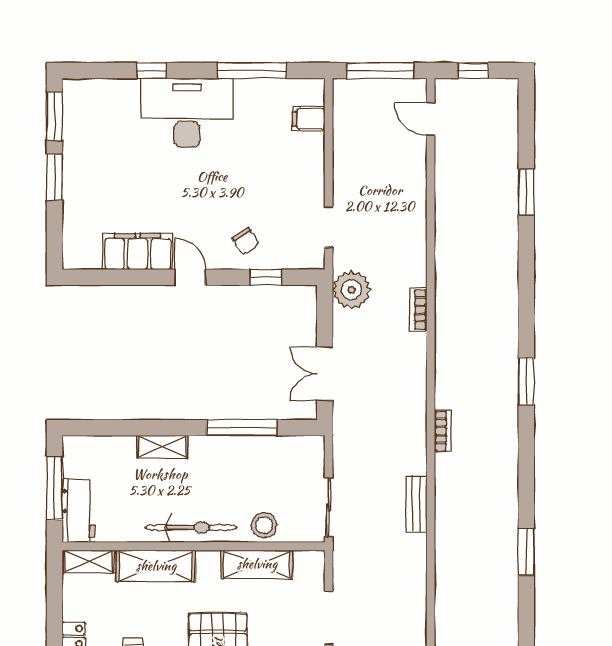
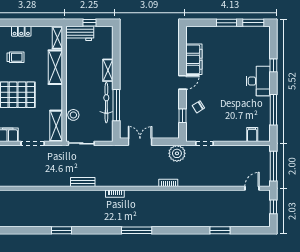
desk: (187, 113) -> (258, 81), width x0.73, depth x0.77
window: (526, 381) -> (137, 230), width x1.44
window: (54, 488) -> (90, 23), width x0.46
bicycle: (191, 527) -> (106, 103), moved, turned 180
shelving: (257, 564) -> (56, 126), moved

